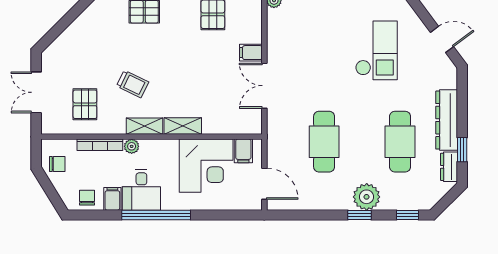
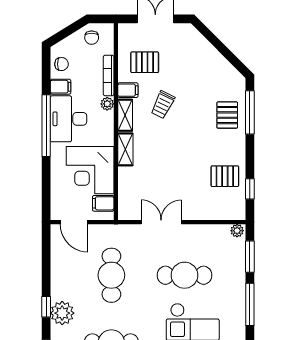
filing cabinet: (251, 53) -> (128, 90), moved, turned 90
cafe table: (324, 60) -> (184, 275), added
cafe table: (324, 142) -> (111, 275), turned 90
door: (264, 184) -> (74, 222), hinge flipped
desk: (141, 190) -> (69, 119), width x1.37

